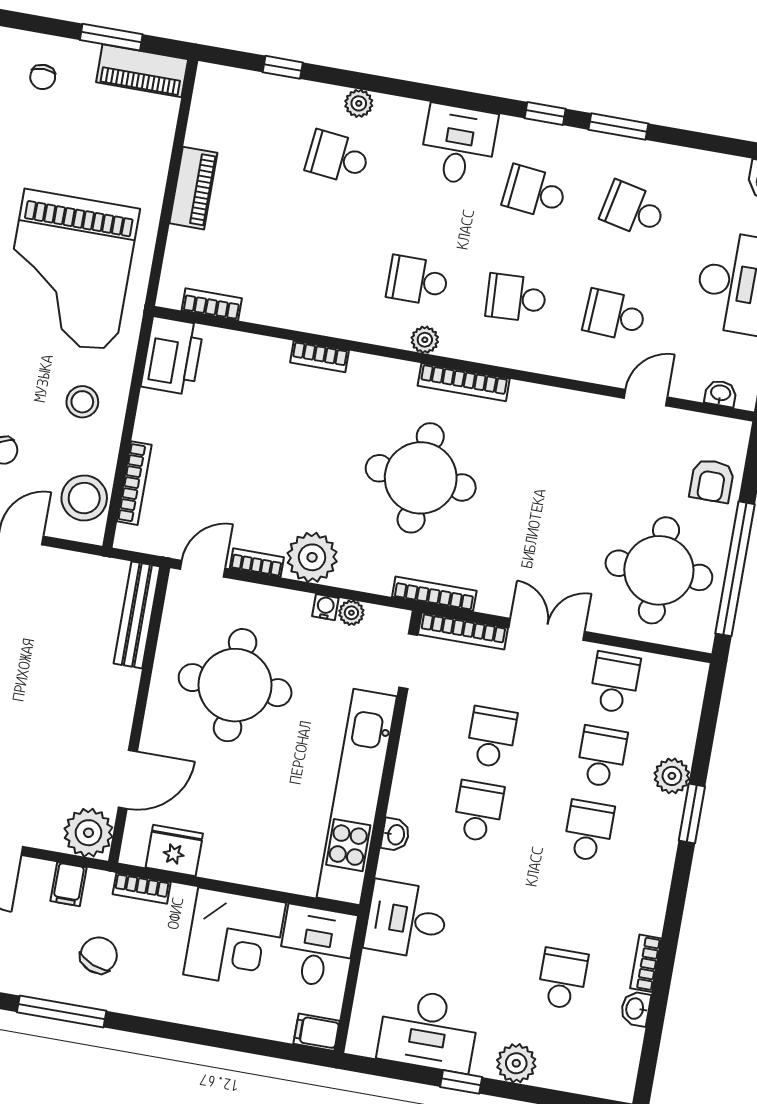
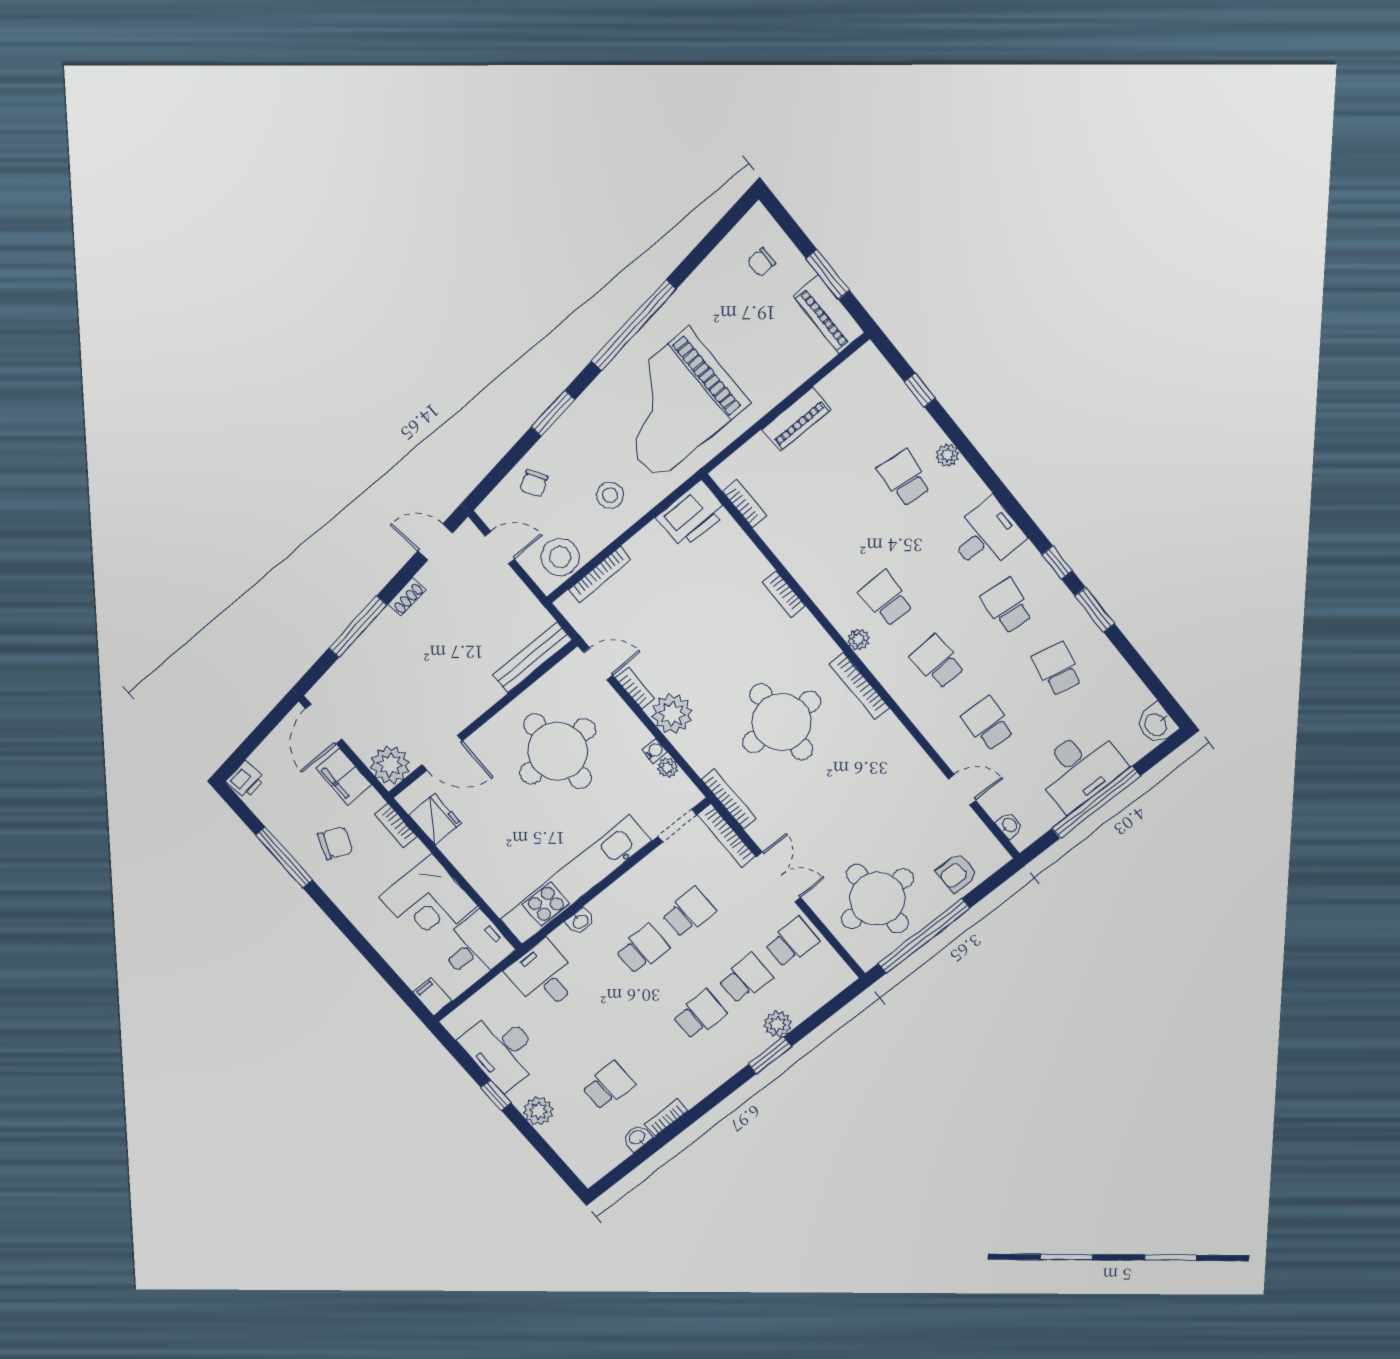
filing cabinet: (68, 884) -> (344, 776), width x2.00

